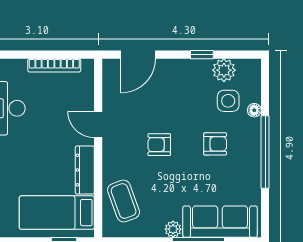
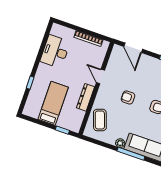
door: (138, 55) -> (133, 48), hinge flipped
bed: (57, 213) -> (53, 103), moved, turned 90

